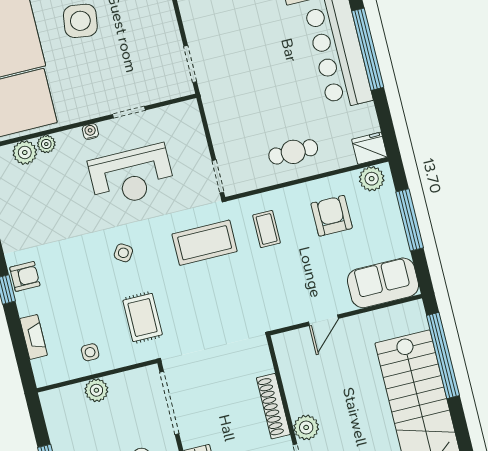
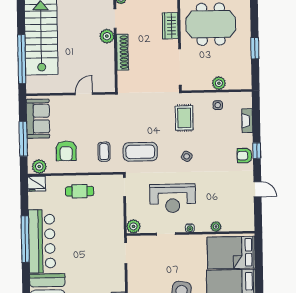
plant: (25, 153) -> (133, 226), moved
reception desk: (131, 176) -> (173, 198), turned 180
sofa: (383, 283) -> (38, 119), moved, turned -90

